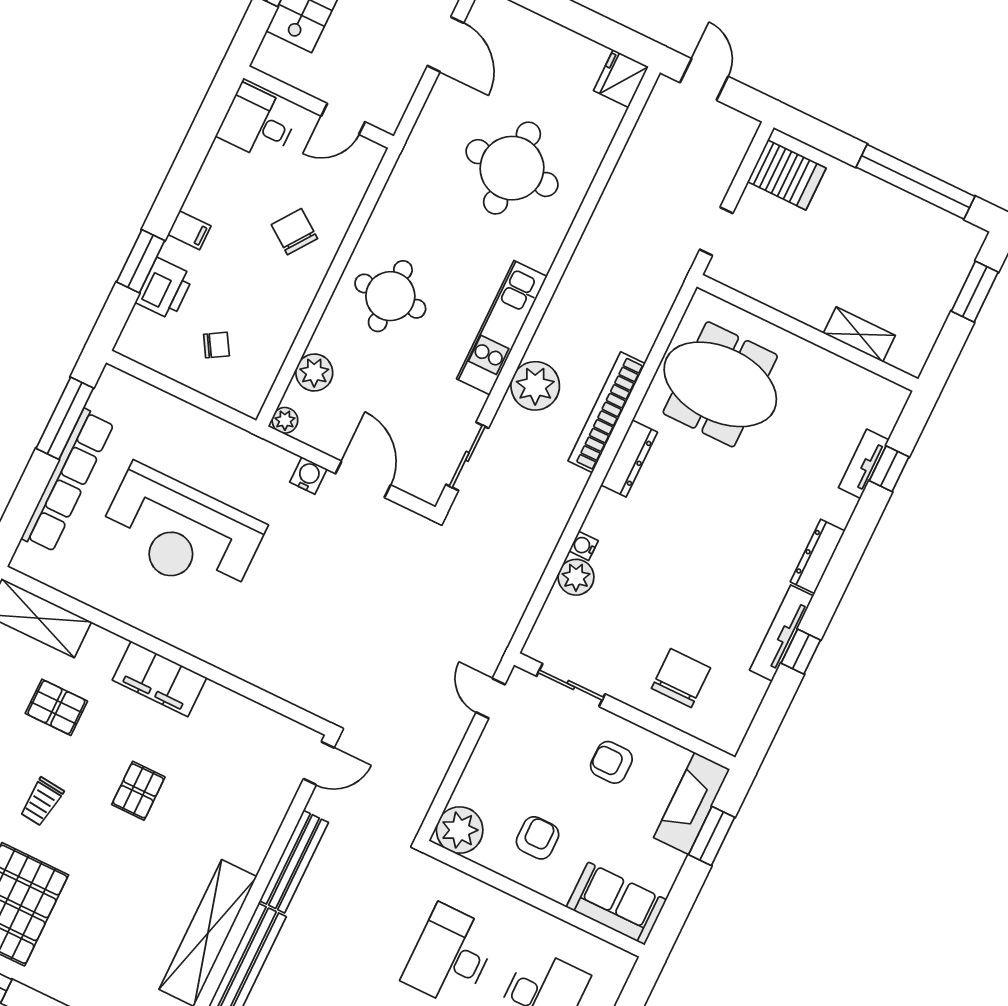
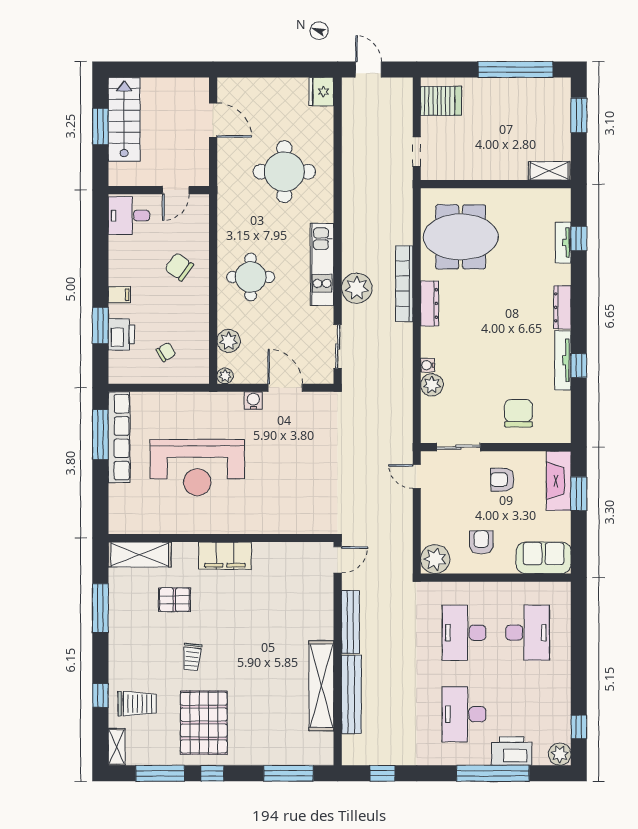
shelving: (859, 334) -> (549, 171), moved
row of seats: (68, 481) -> (119, 437), moved
pallet: (138, 791) -> (243, 625), removed

